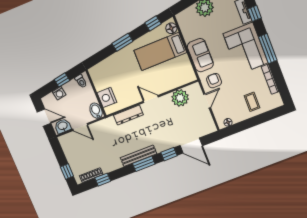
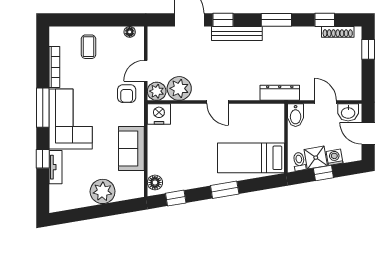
bed: (160, 51) -> (251, 158), moved, turned 180
sofa: (200, 55) -> (131, 149), moved
shower: (71, 88) -> (316, 158), added
plant: (194, 90) -> (157, 91), added
nightstand: (107, 97) -> (159, 114), moved, turned -90
dresser: (128, 115) -> (280, 93), moved
bench: (139, 156) -> (237, 33), moved
window: (144, 164) -> (276, 20), moved

